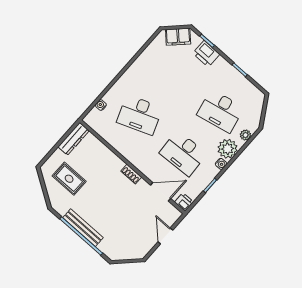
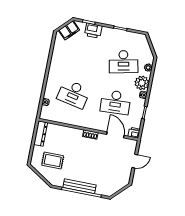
desk: (140, 115) -> (74, 94), turned 33
door: (161, 192) -> (115, 135), hinge flipped
door: (165, 236) -> (135, 161), swing flipped

